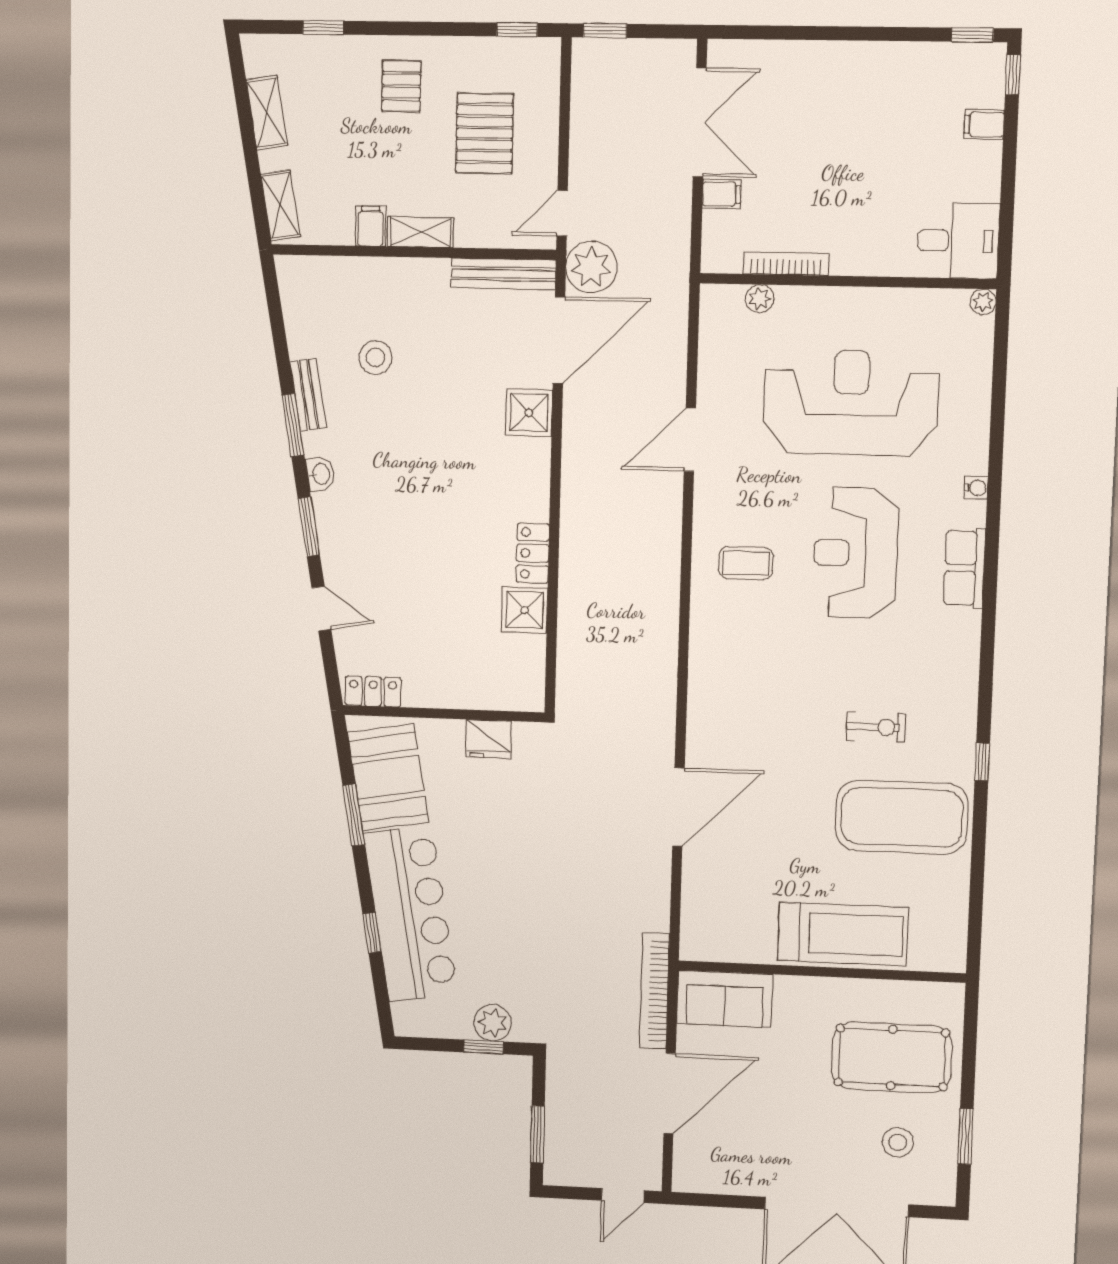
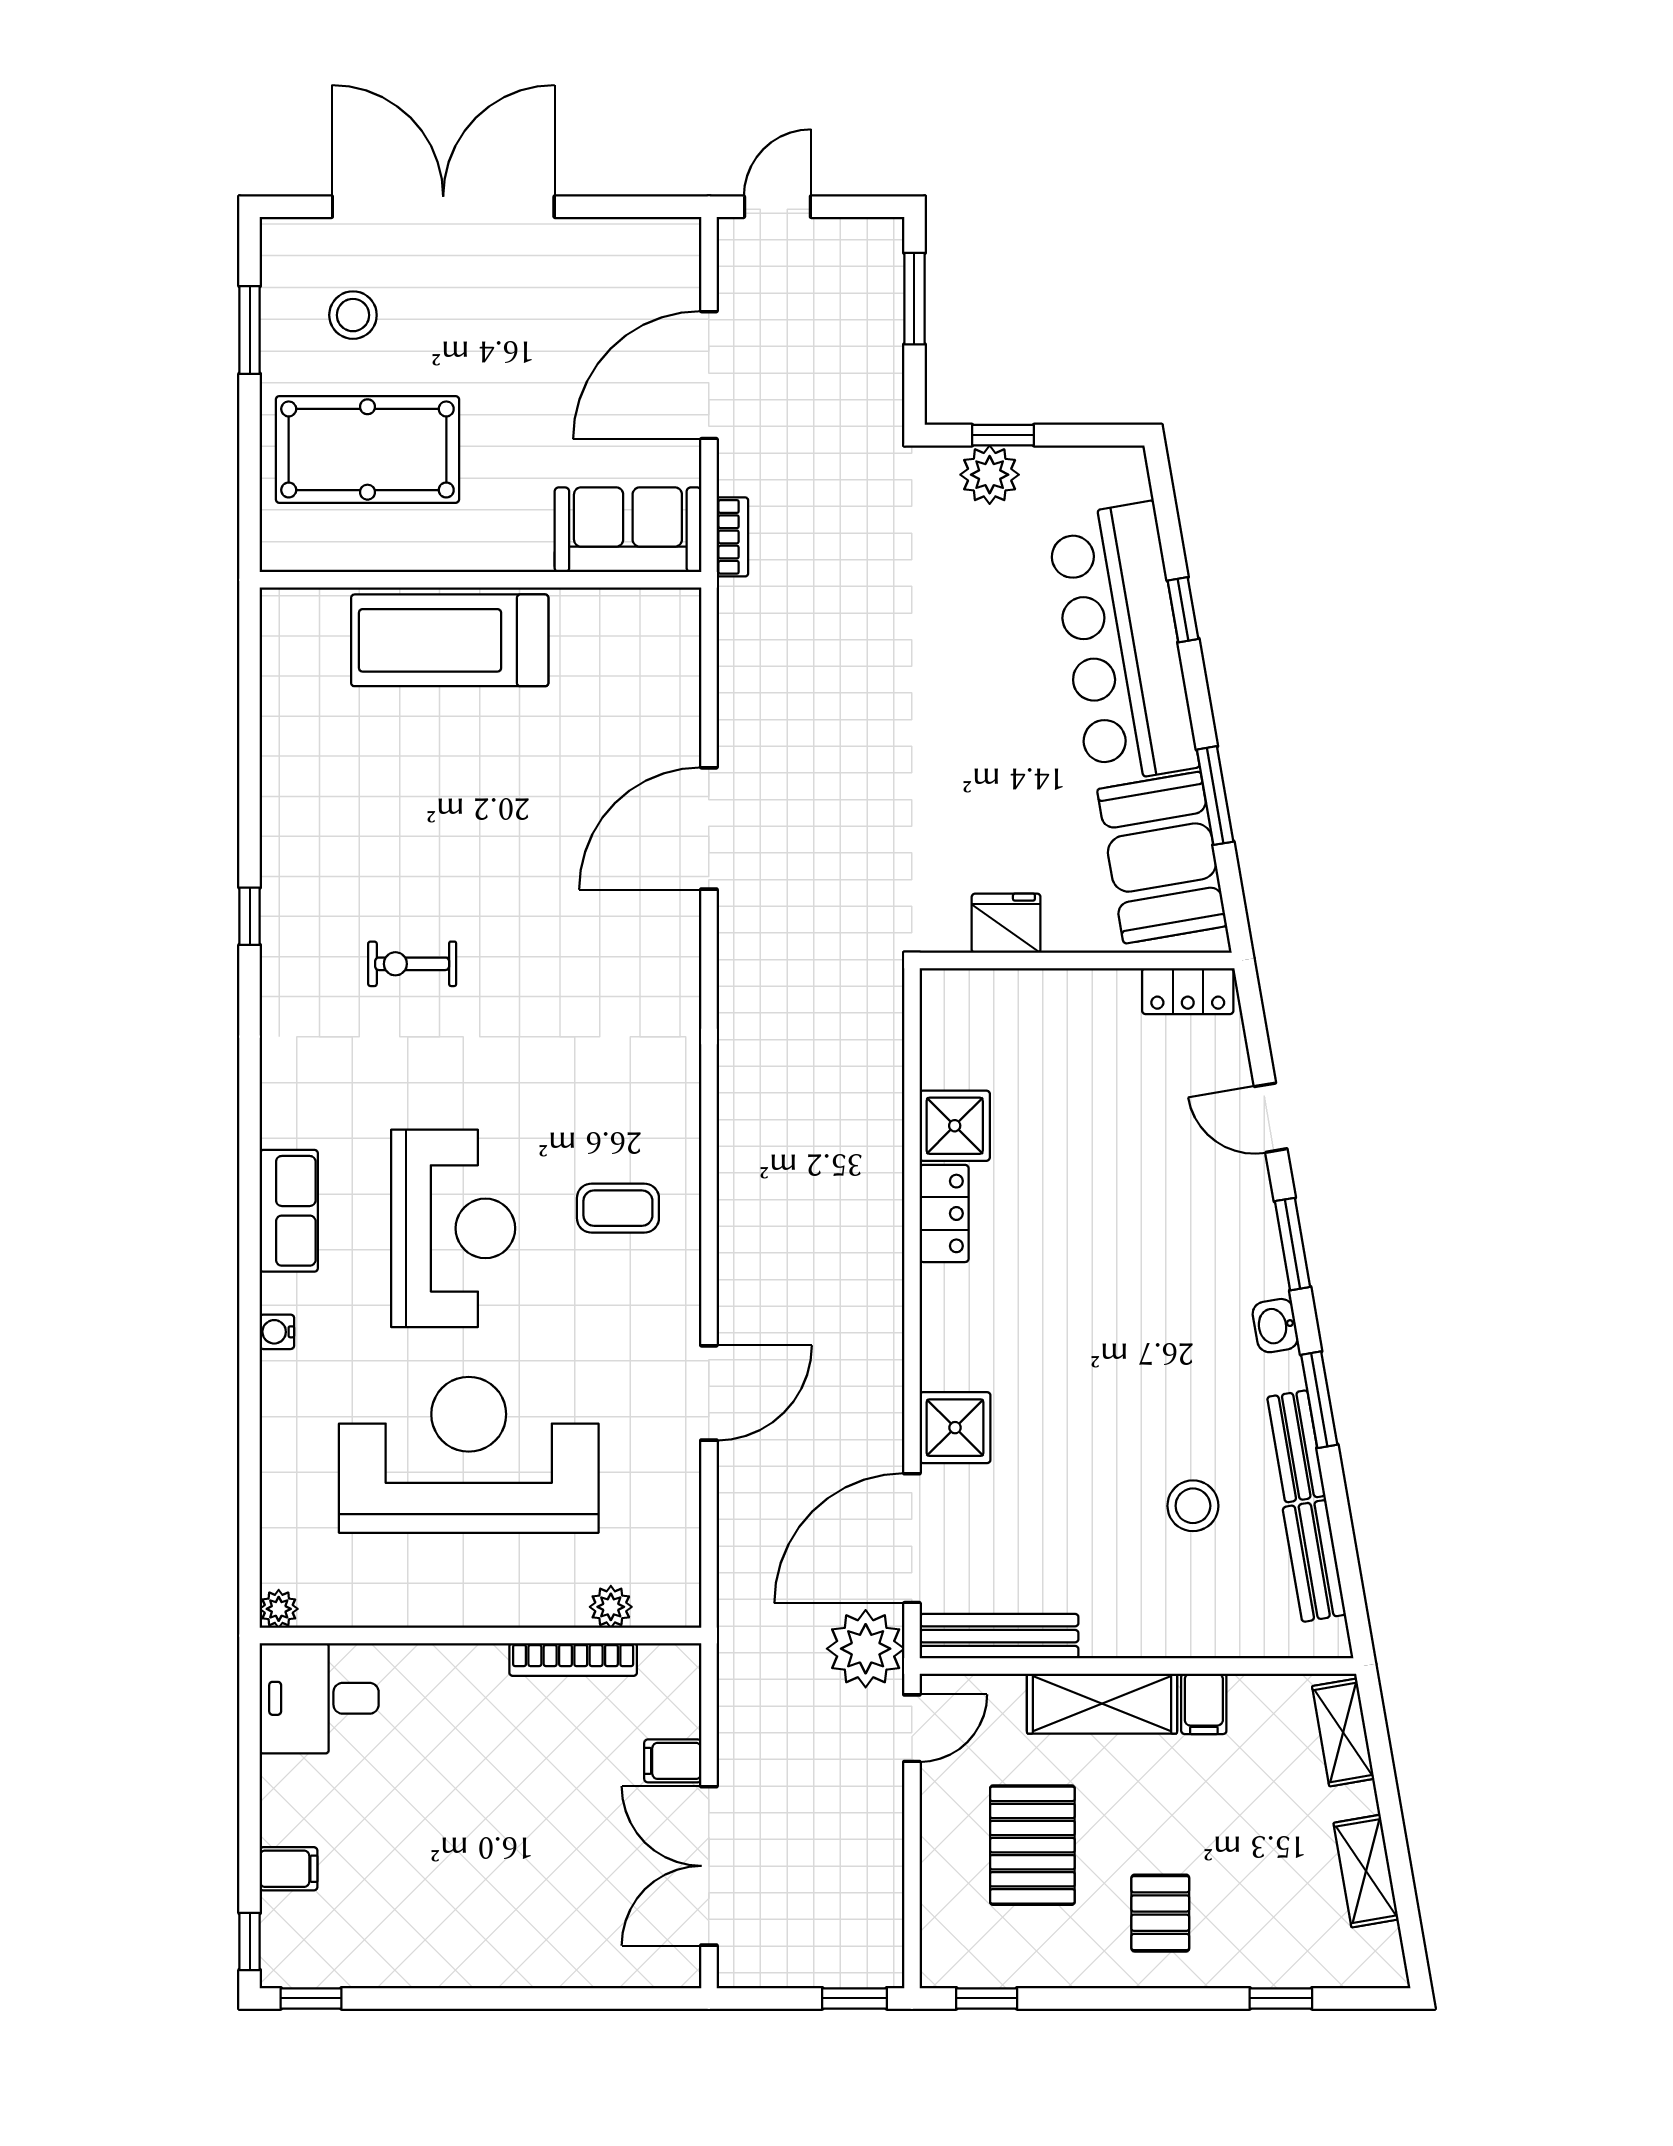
shelving: (420, 232) -> (1102, 1704), width x1.50, depth x1.33
bench: (298, 319) -> (1314, 1561), added
reception desk: (851, 403) -> (469, 1455), turned 180
exercise mat: (902, 817) -> (367, 826), removed
bookcase: (654, 991) -> (732, 537), width x0.43, depth x0.76

